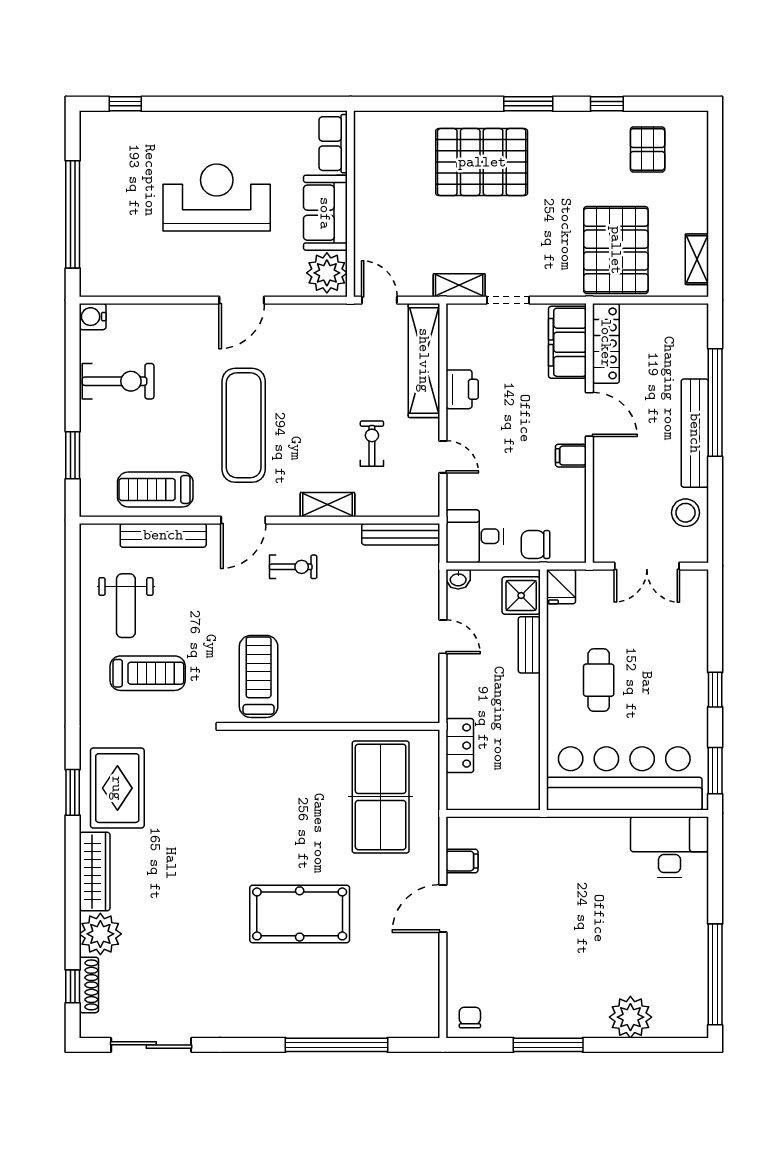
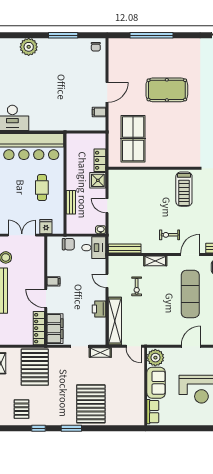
pallet: (482, 162) -> (91, 404), turned 90
fridge: (561, 587) -> (46, 227), moved
shower: (521, 596) -> (98, 180), moved

